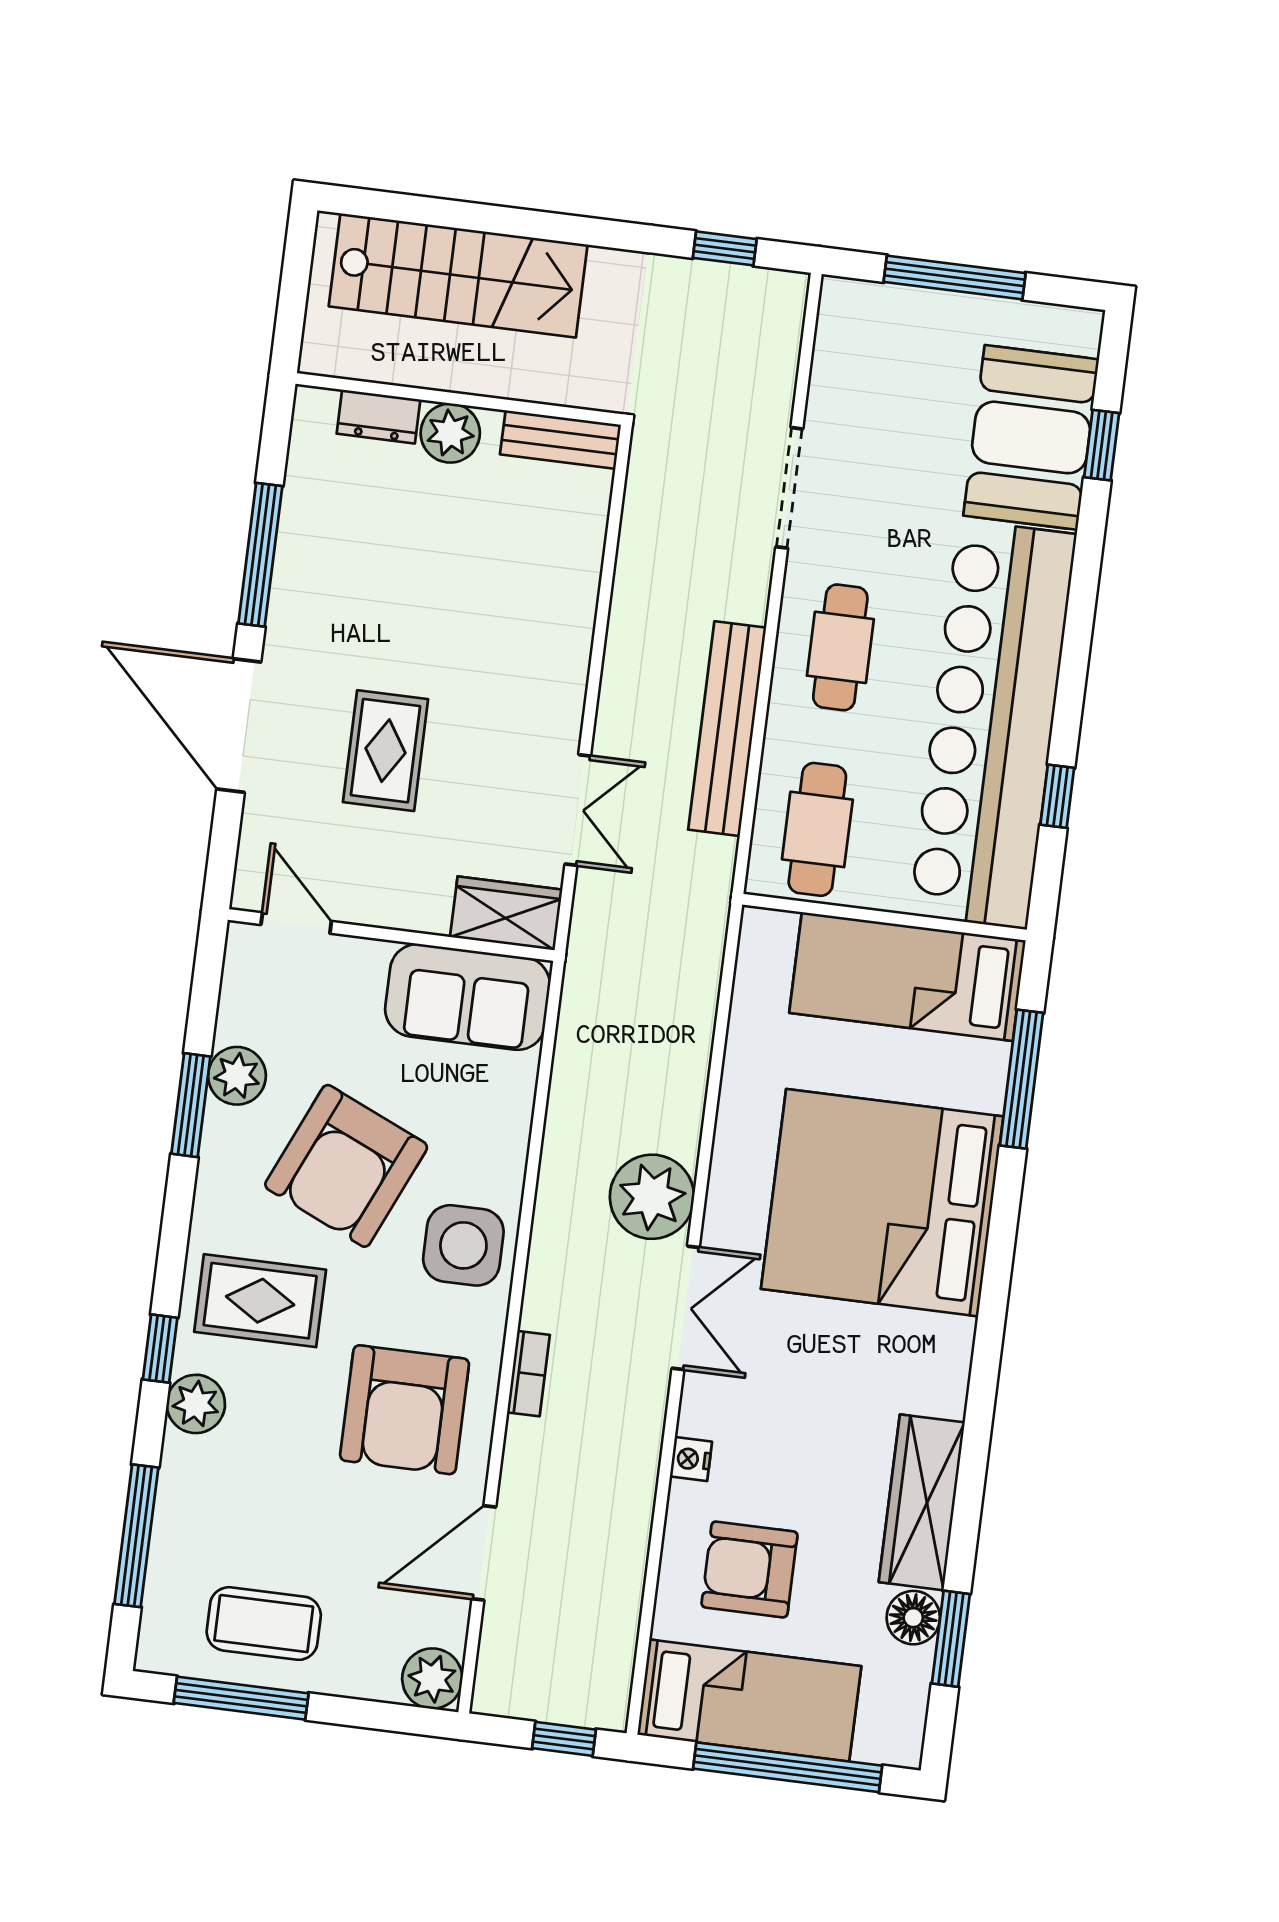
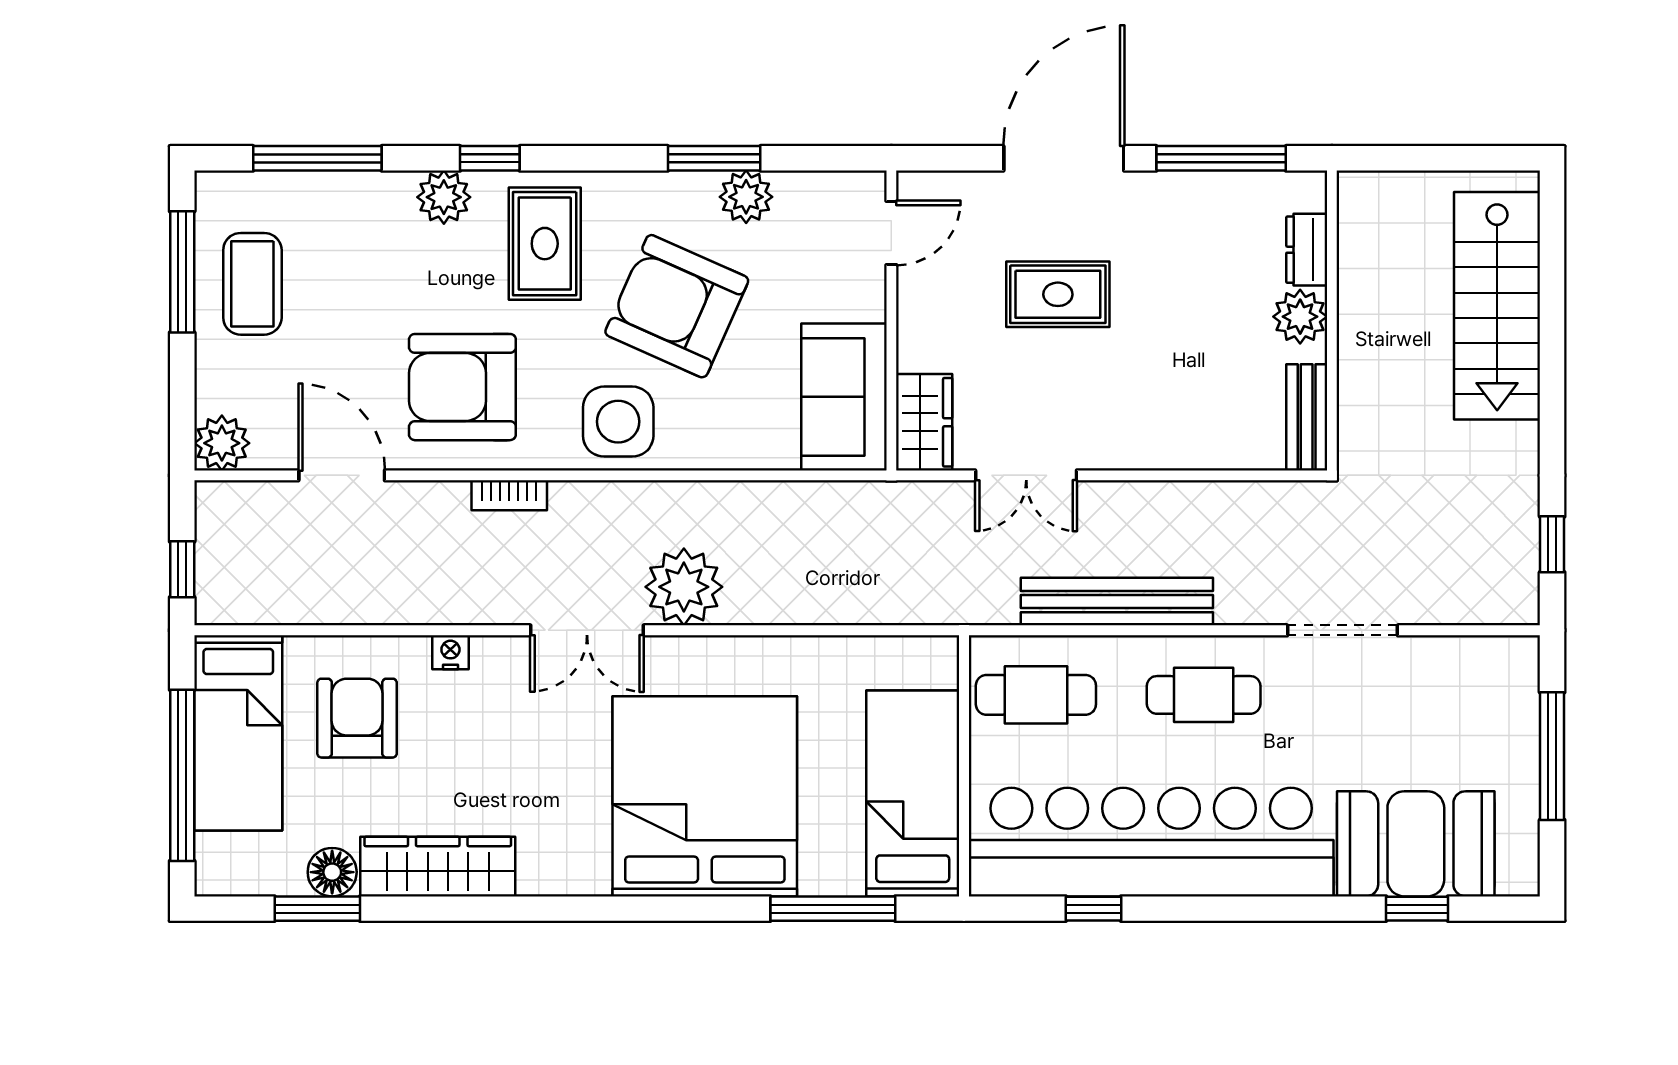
wall: (459, 399) -> (1332, 320), moved
dresser: (378, 417) -> (1307, 250), moved
plant: (450, 433) -> (1300, 317), moved
bench: (560, 440) -> (1307, 417), moved

